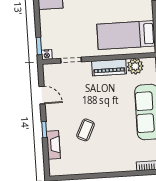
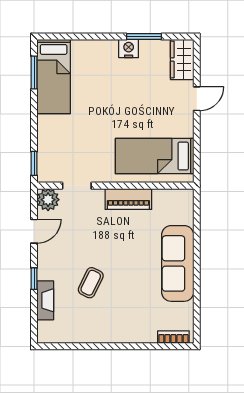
nightstand: (47, 55) -> (44, 176), removed
plant: (135, 66) -> (48, 200), moved
door: (42, 95) -> (34, 231), hinge flipped

